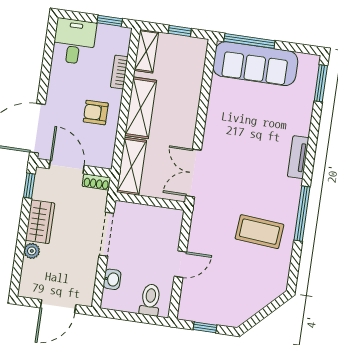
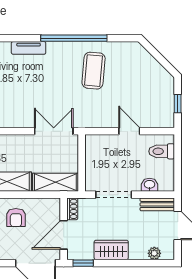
double door: (194, 173) -> (54, 131), swing flipped
window: (302, 214) -> (74, 38), width x1.46
plant: (32, 251) -> (154, 253), moved
bench: (87, 285) -> (157, 204), added

